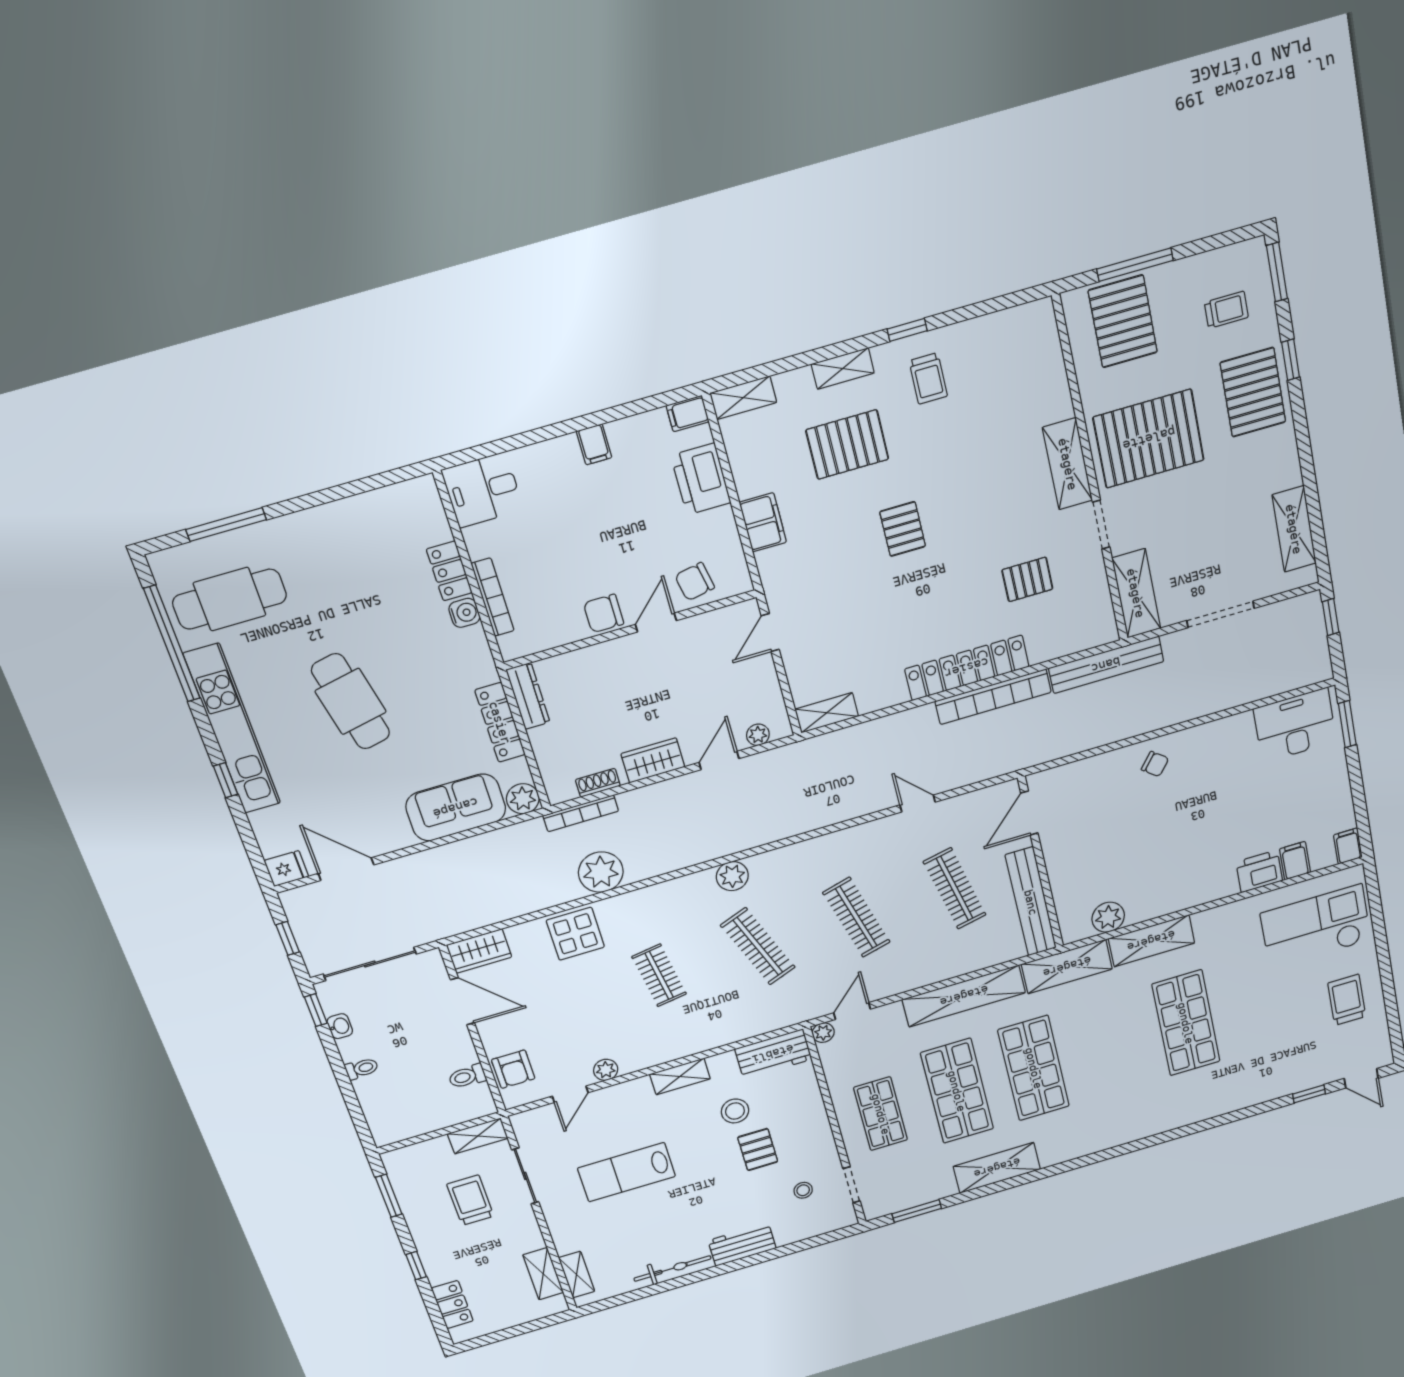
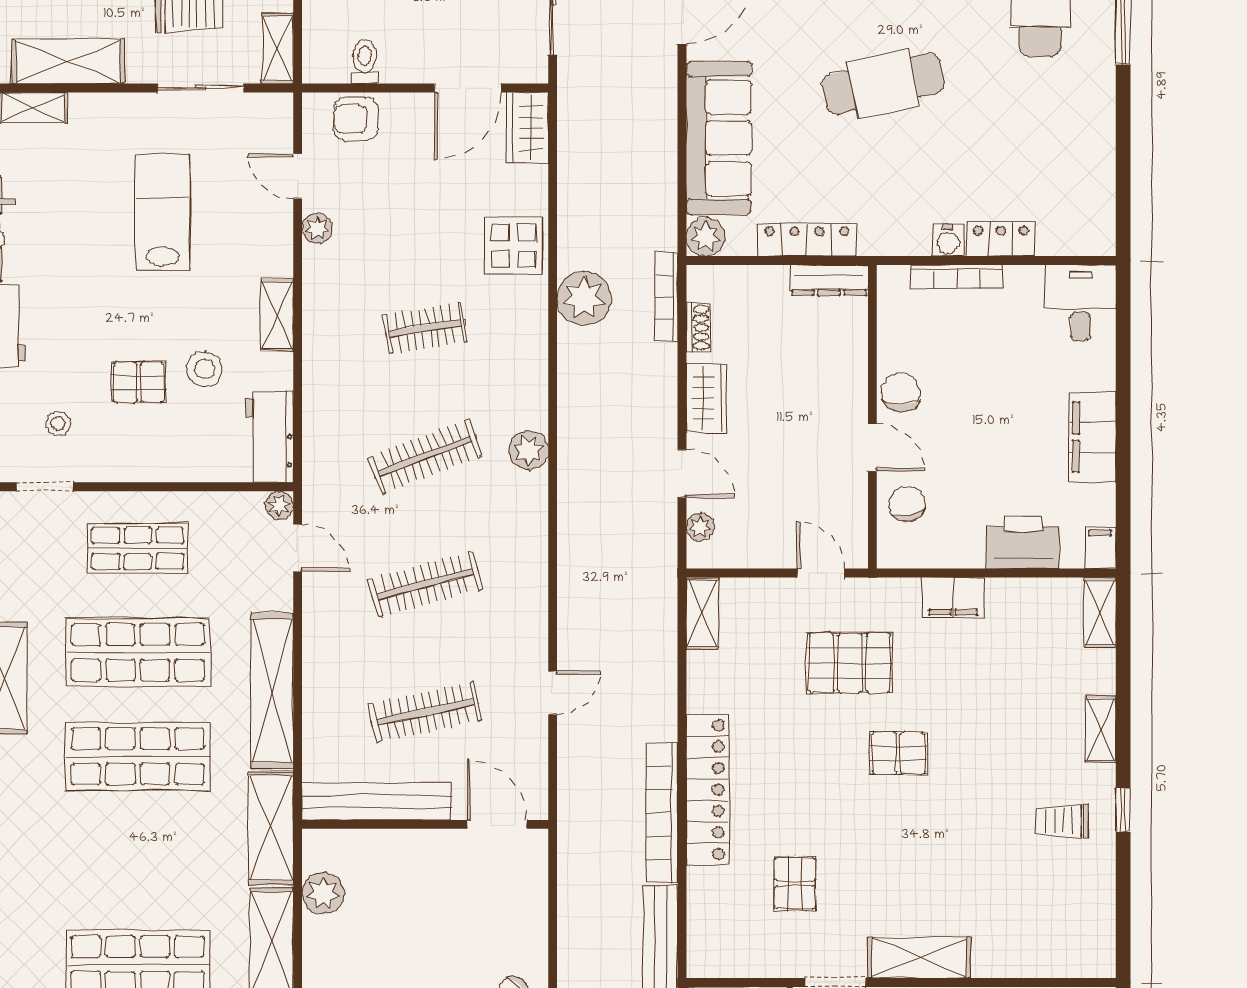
filing cabinet: (594, 444) -> (1092, 437), width x3.00, depth x1.17
pallet: (847, 445) -> (850, 663), moved, turned 90
sofa: (456, 808) -> (719, 138), width x1.36
shelving: (543, 1274) -> (68, 61), width x1.50, depth x1.33

